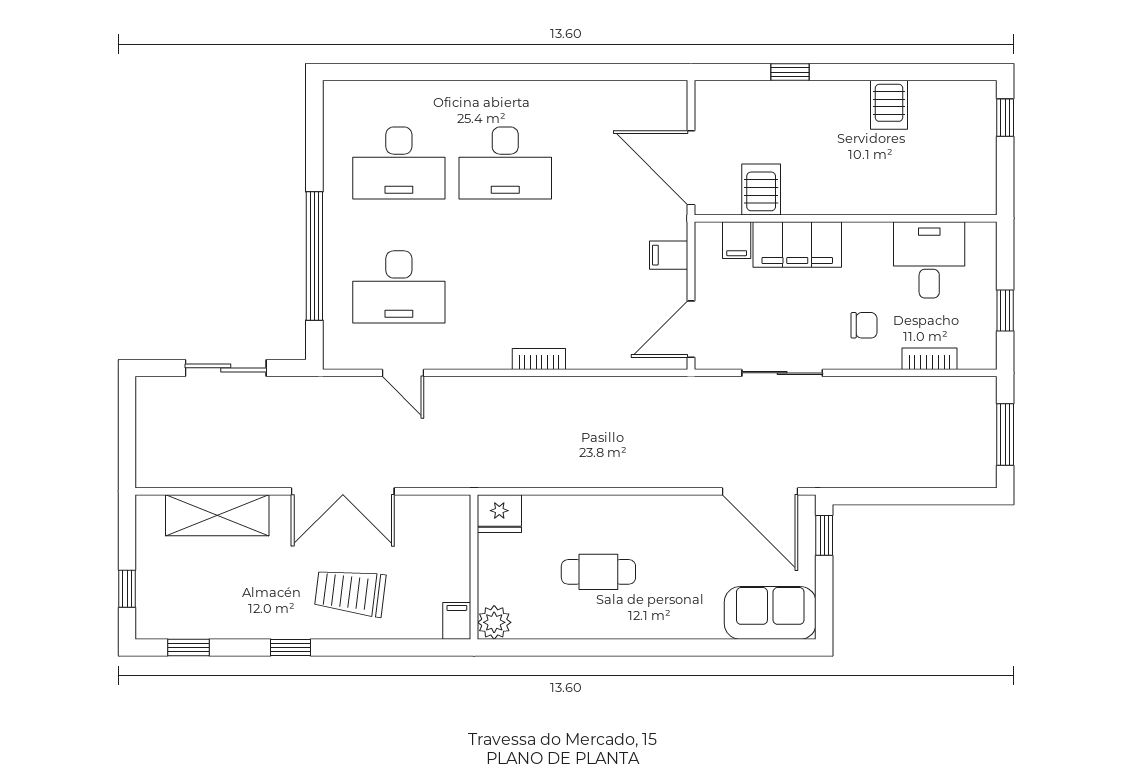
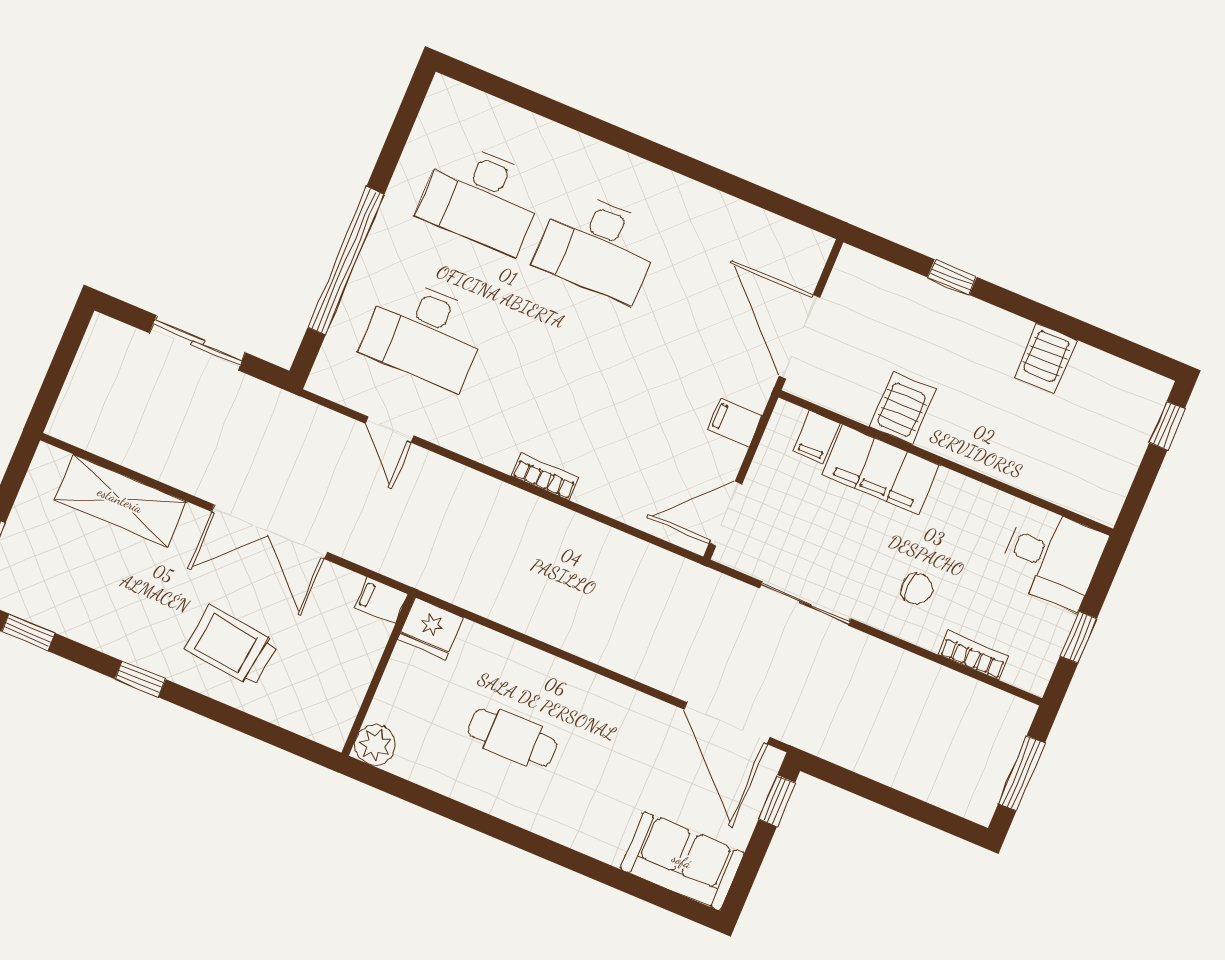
server rack: (761, 189) -> (903, 408), moved
desk: (929, 260) -> (1052, 557), moved, turned 90
filing cabinet: (457, 621) -> (381, 601), moved, turned -90

